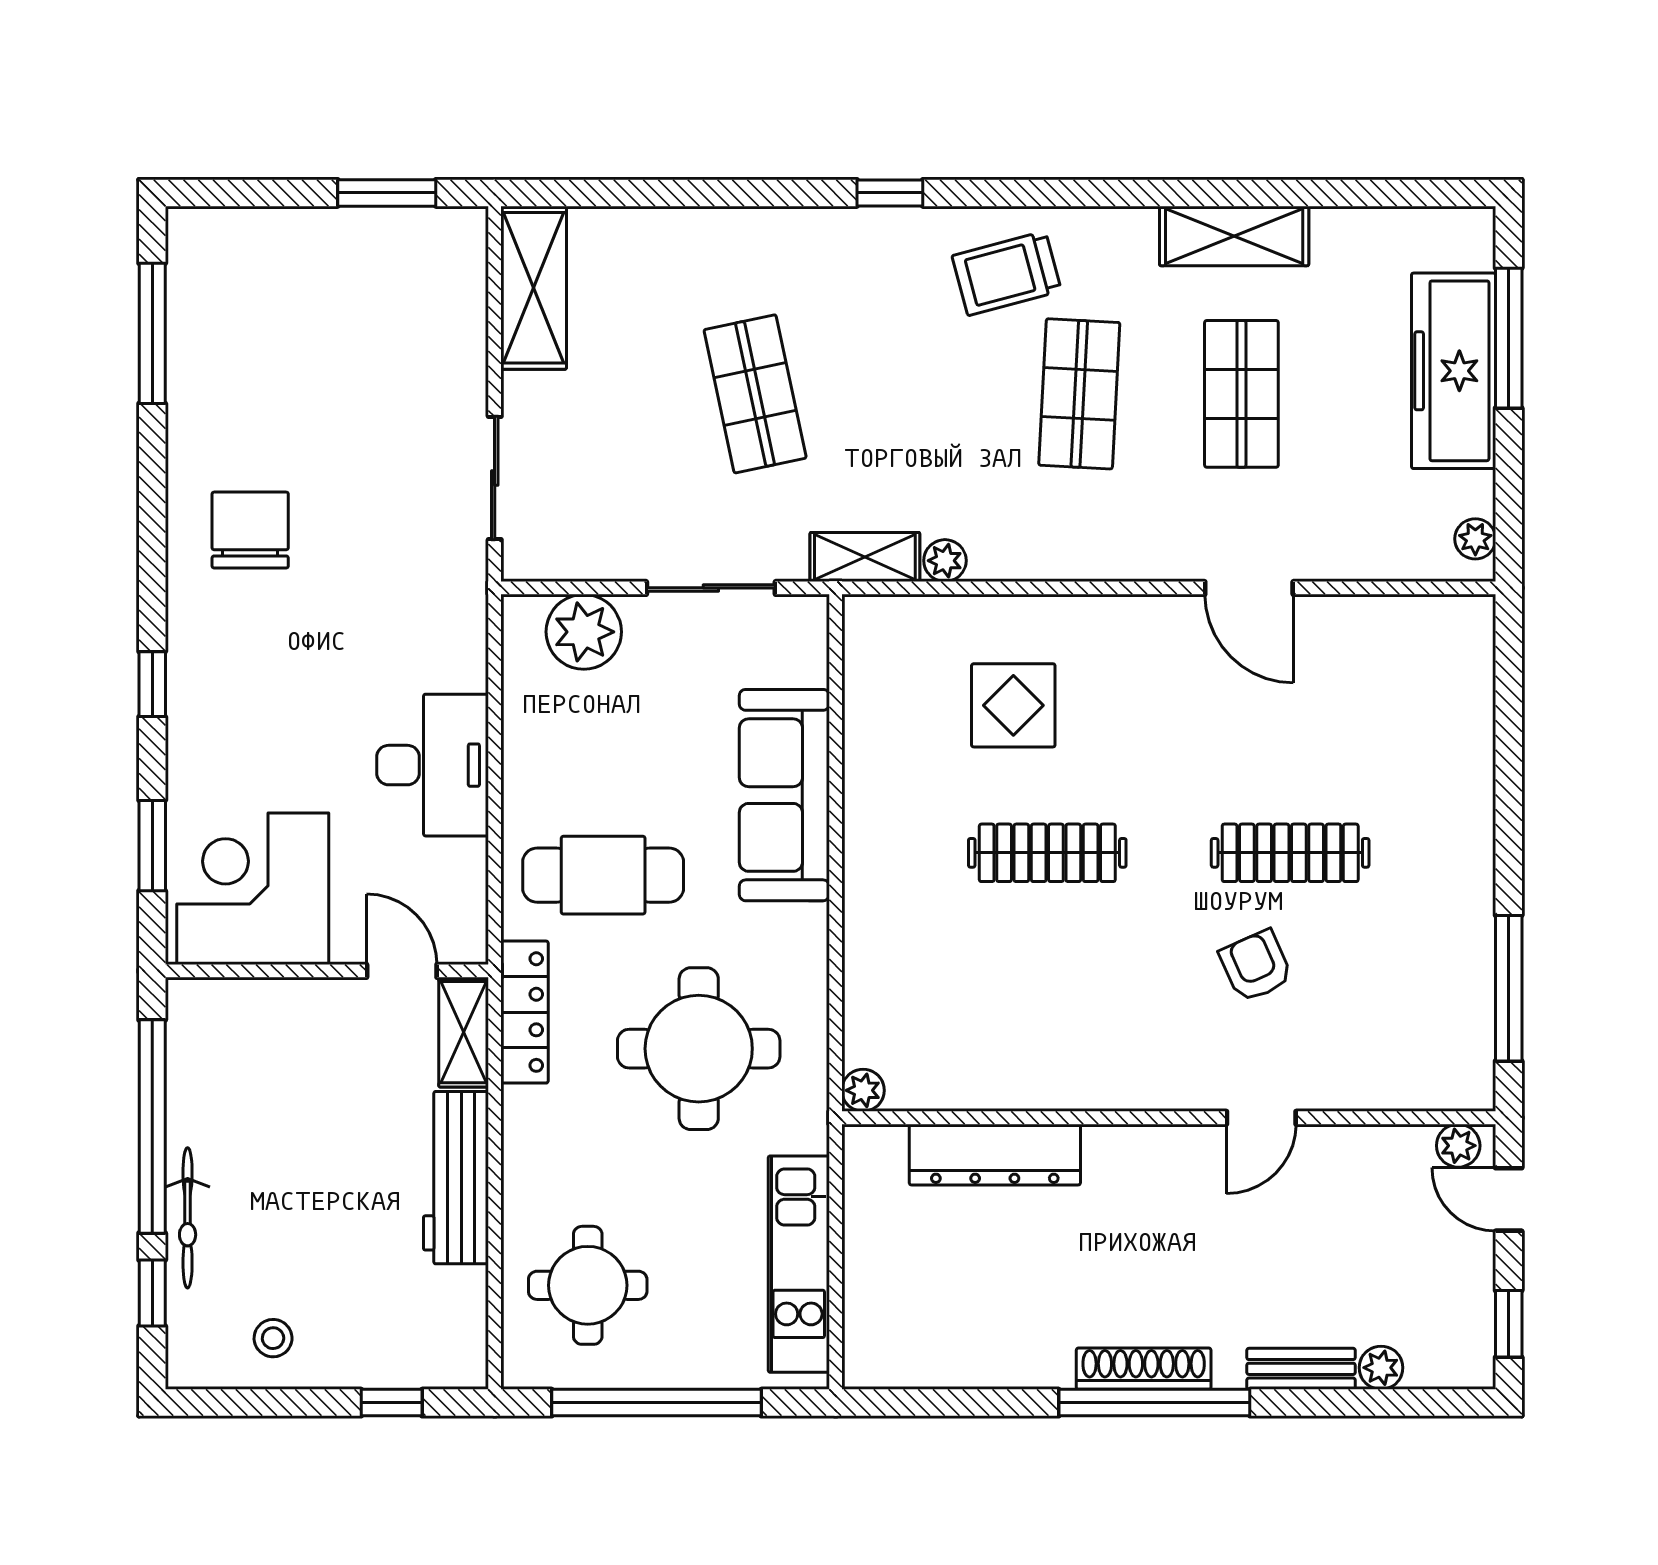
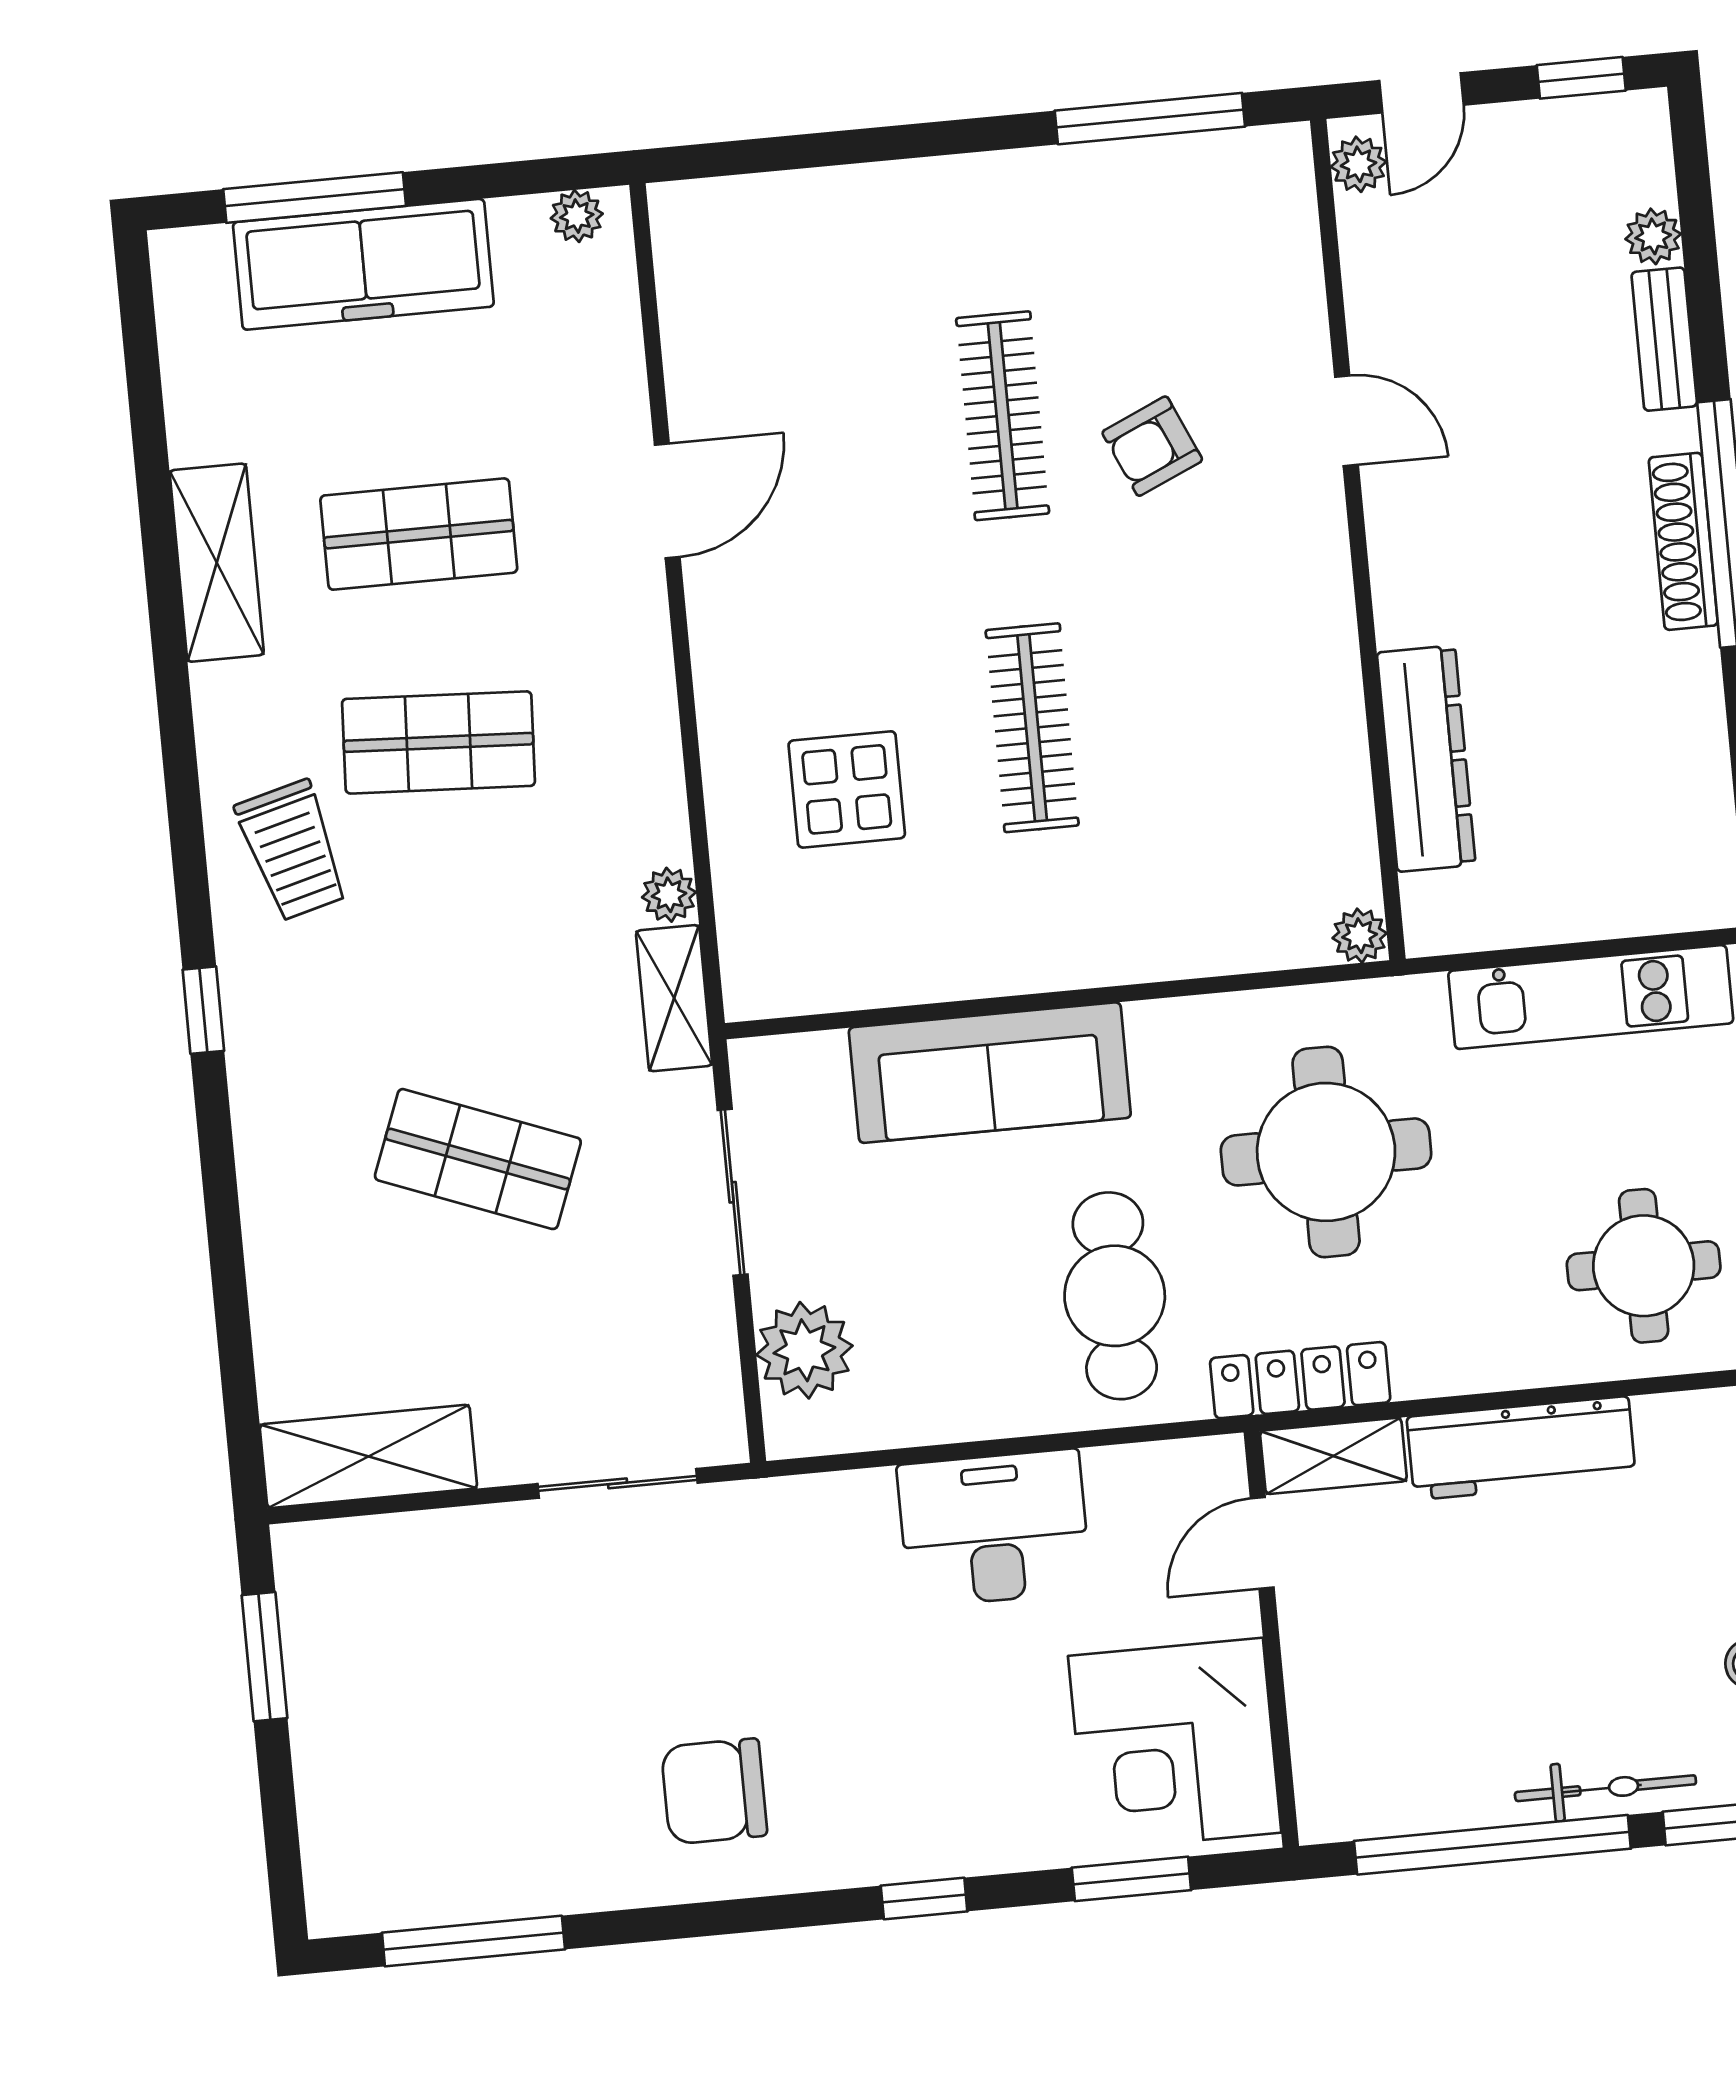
shop shelf: (755, 394) -> (478, 1159), turned 33

